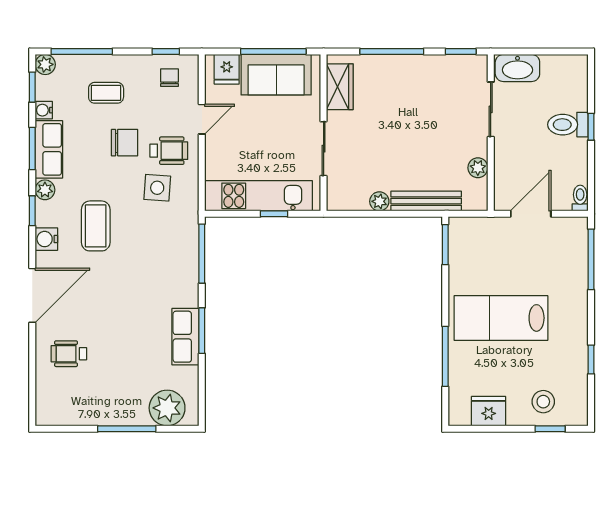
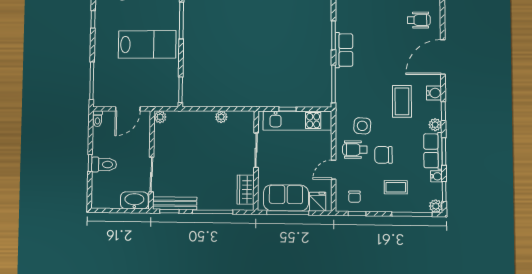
plant: (478, 168) -> (160, 117), moved
bench: (426, 201) -> (175, 203), moved
row of seats: (185, 337) -> (344, 50), moved

